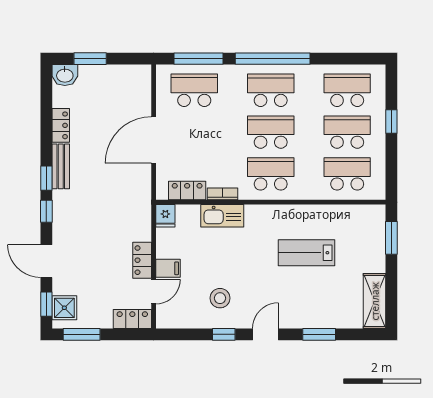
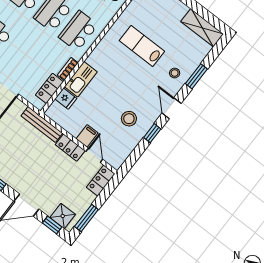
bench: (143, 212) -> (42, 125), added
fridge: (165, 216) -> (66, 99), moved
lab bench: (307, 253) -> (142, 46), turned 90
stool: (305, 309) -> (175, 73), added

